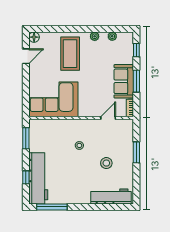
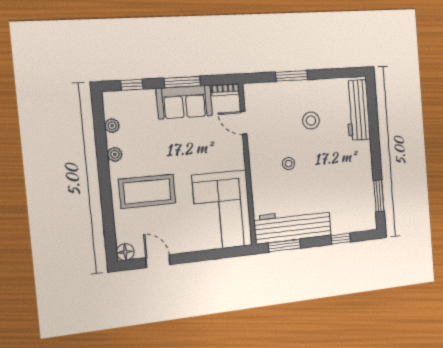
workbench: (38, 178) -> (293, 226), moved
window: (52, 207) -> (379, 196), width x0.69

